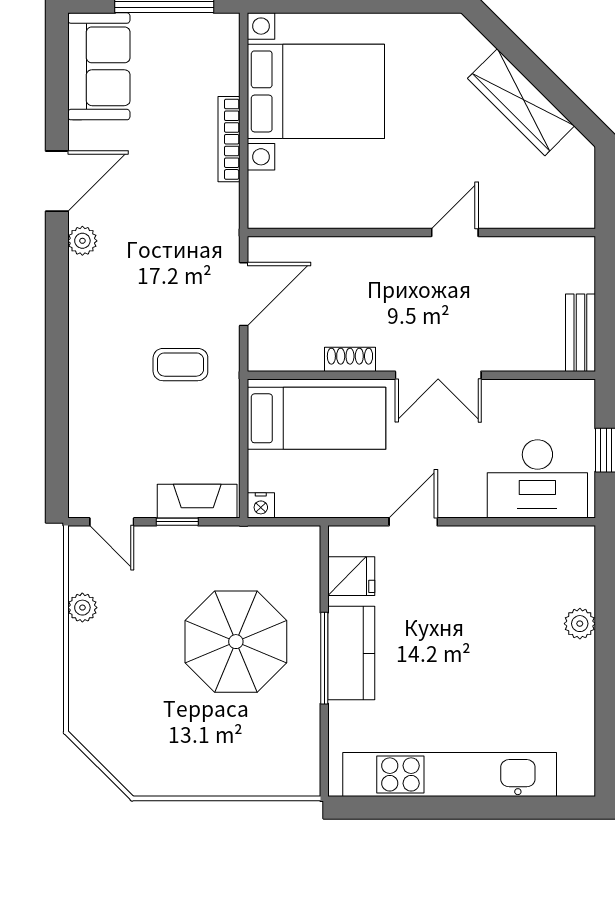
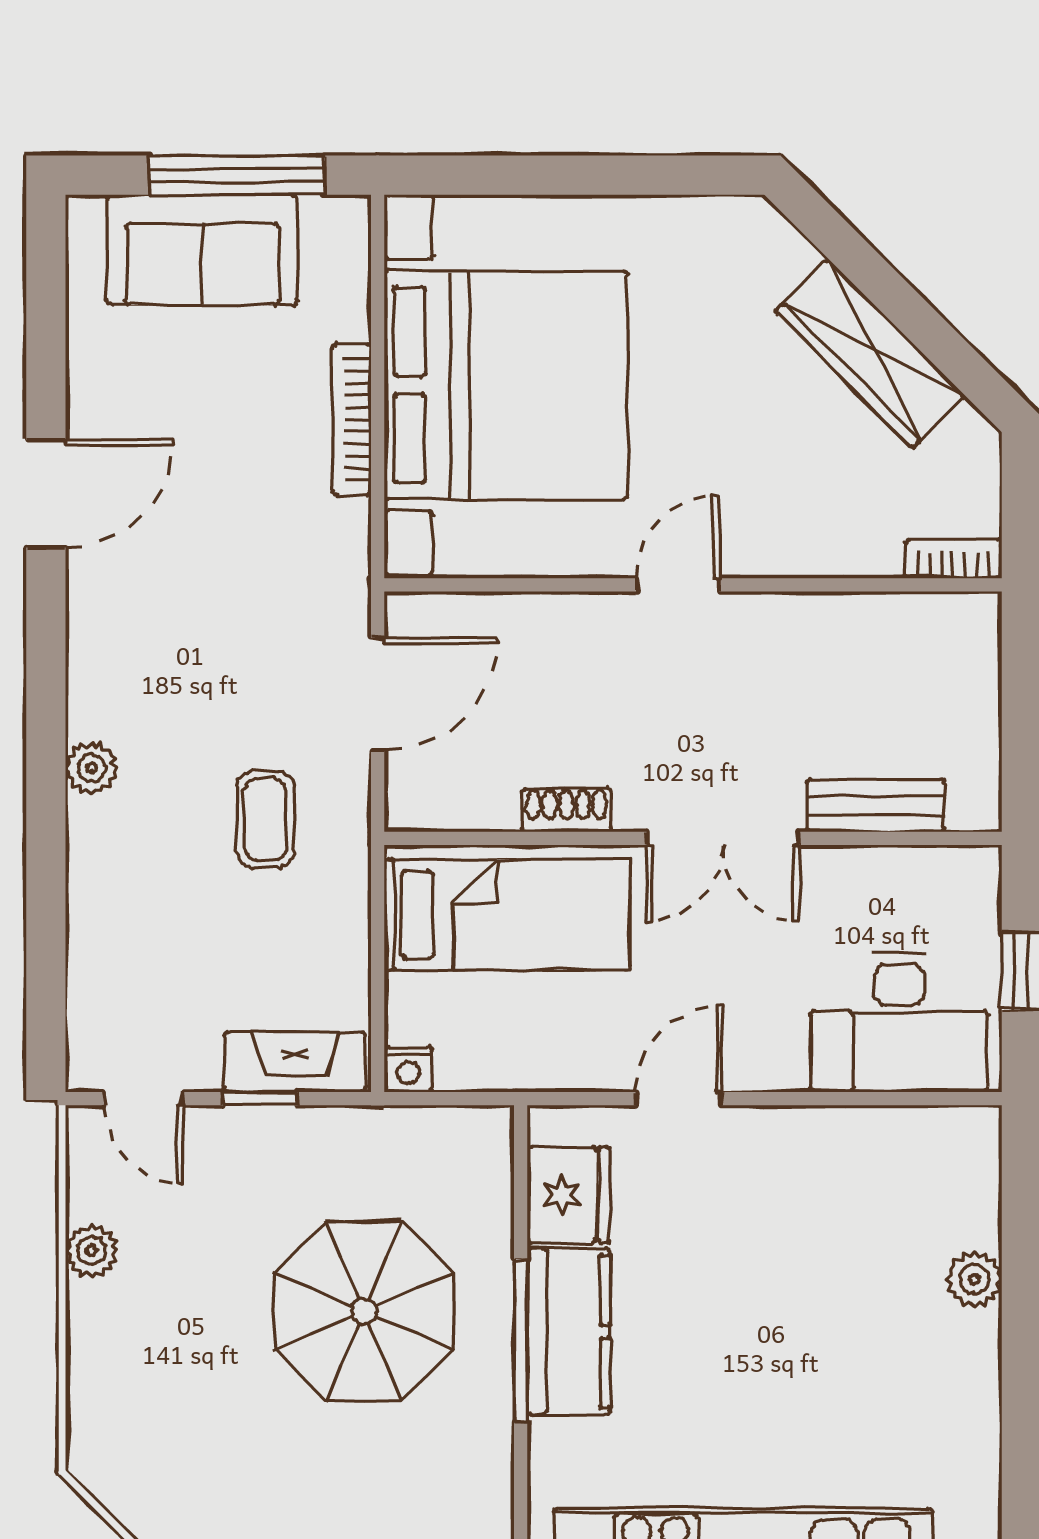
sofa: (99, 66) -> (202, 250), moved, turned 90
bed with nightstands: (316, 91) -> (506, 385), width x1.36
bookcase: (568, 218) -> (953, 559), added
door: (455, 232) -> (677, 585), moved
plant: (82, 241) -> (91, 768), moved
bench: (580, 333) -> (876, 806), moved, turned 90
coffee table: (180, 365) -> (265, 819), turned 90
fridge: (351, 576) -> (569, 1195), width x1.38

